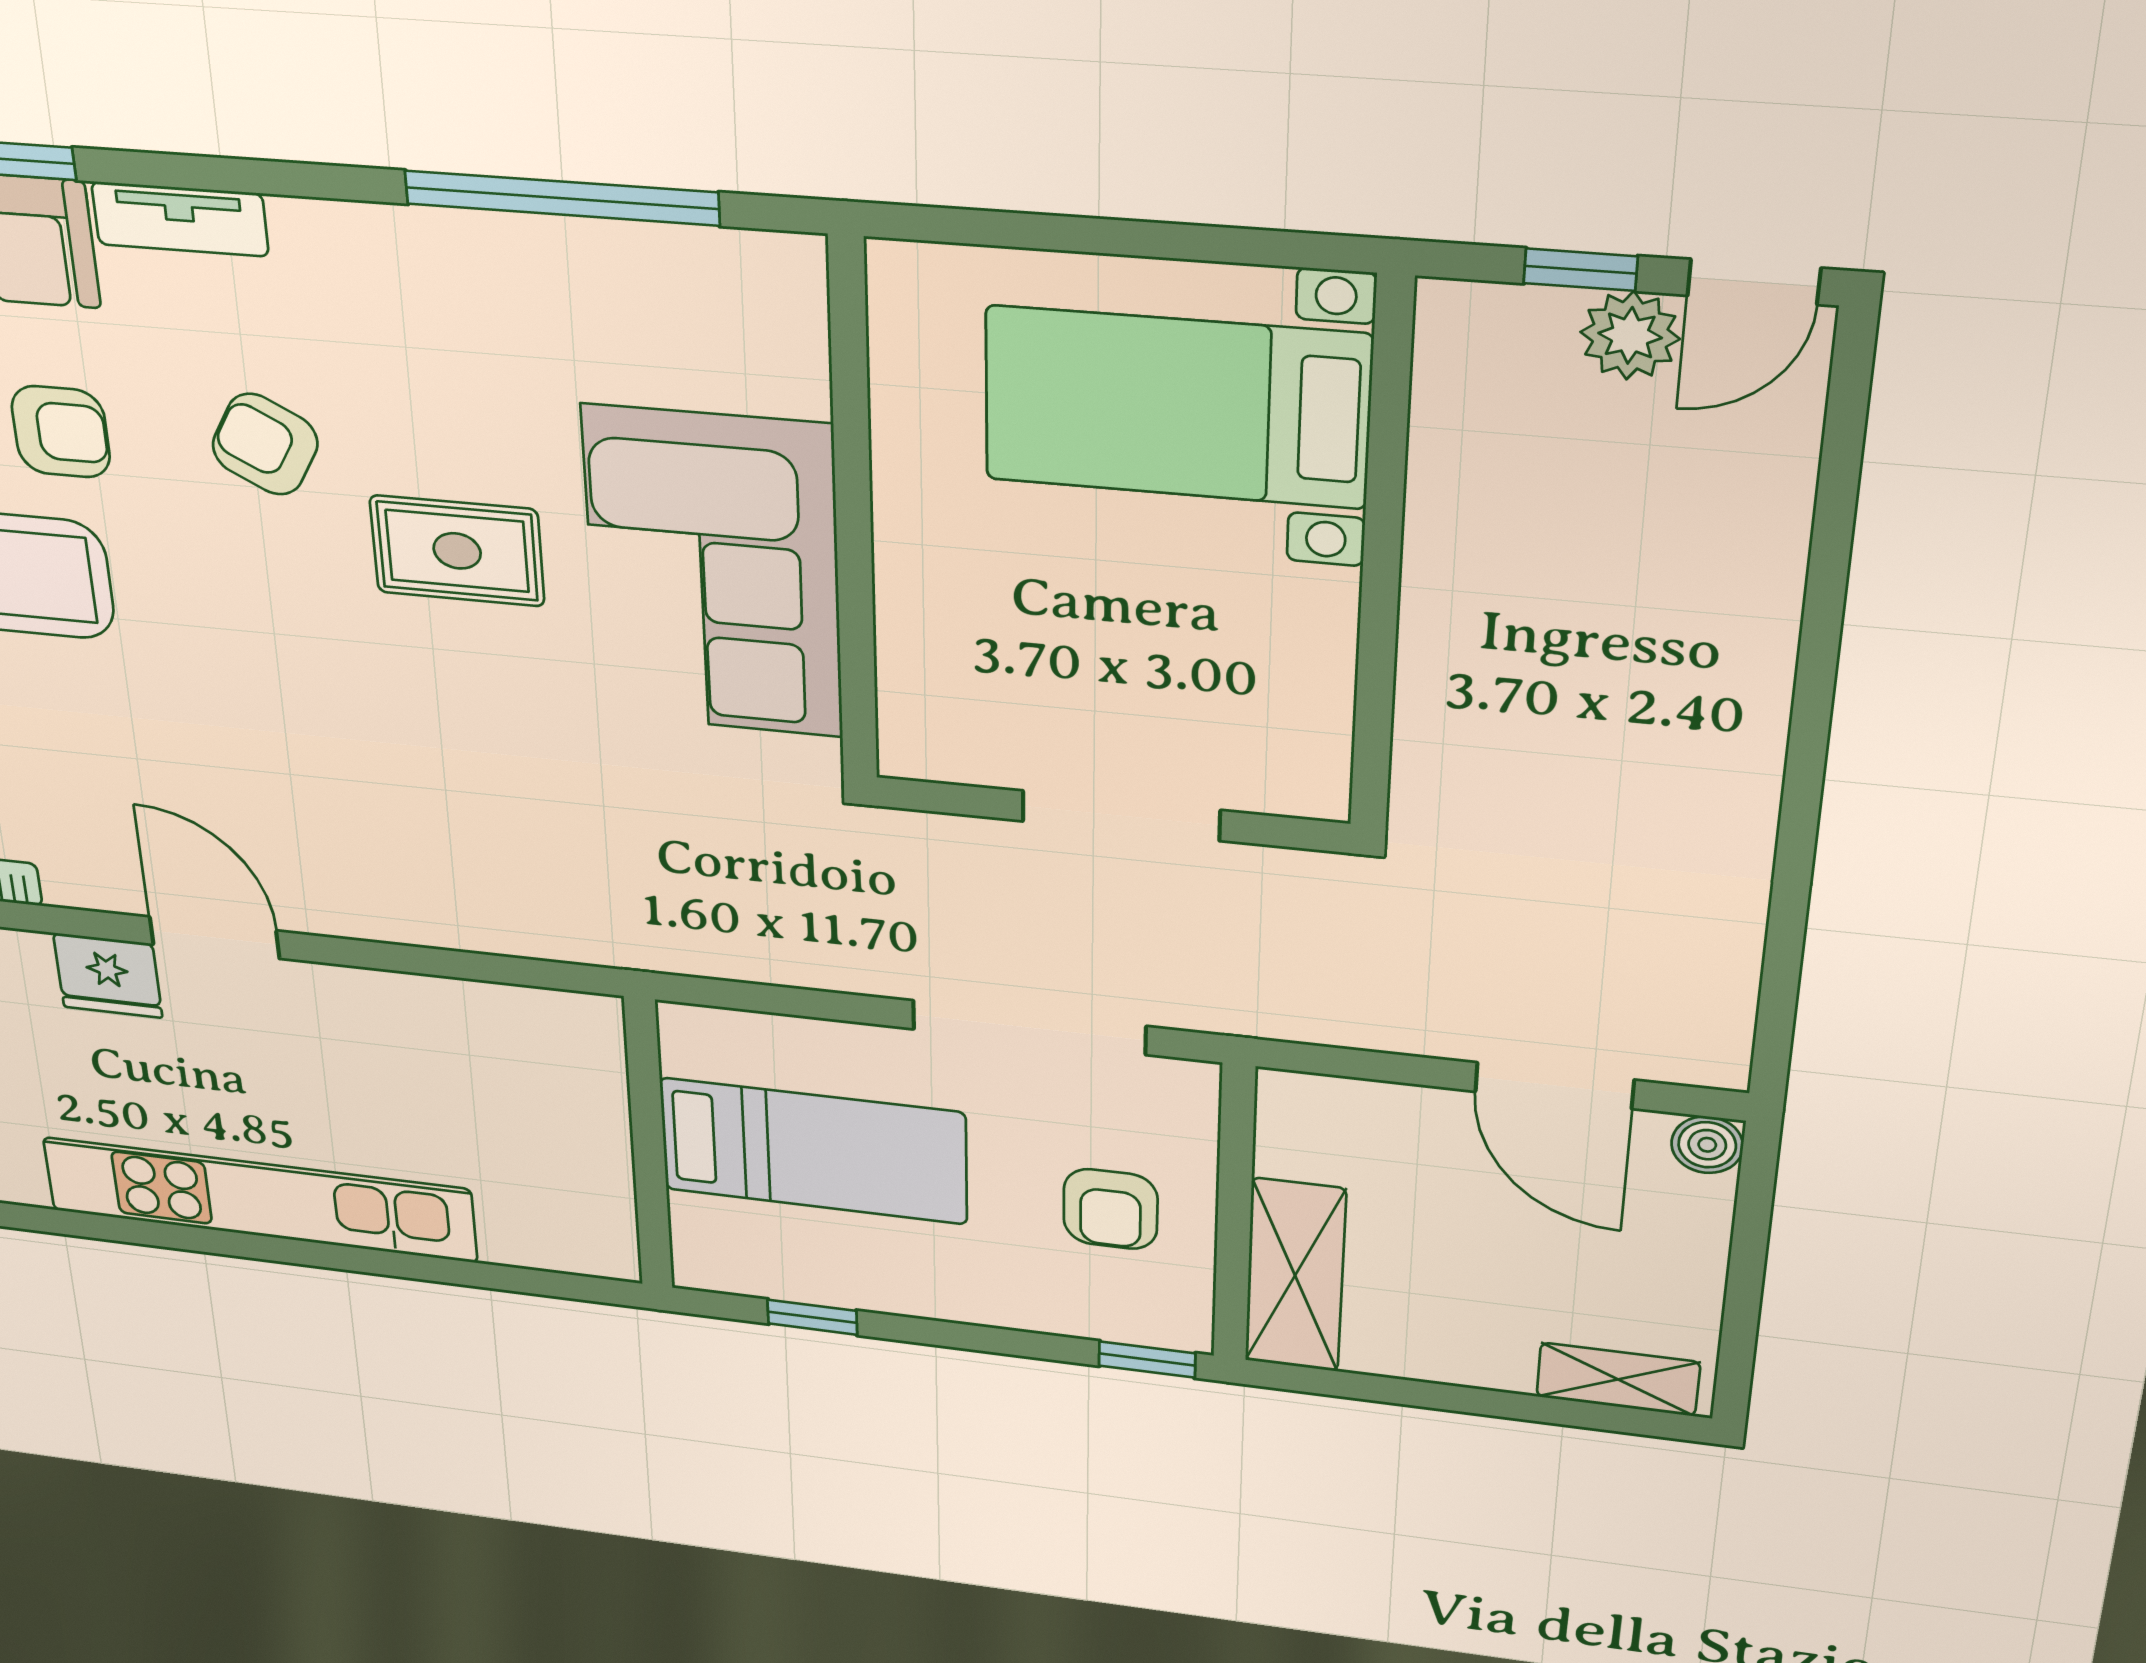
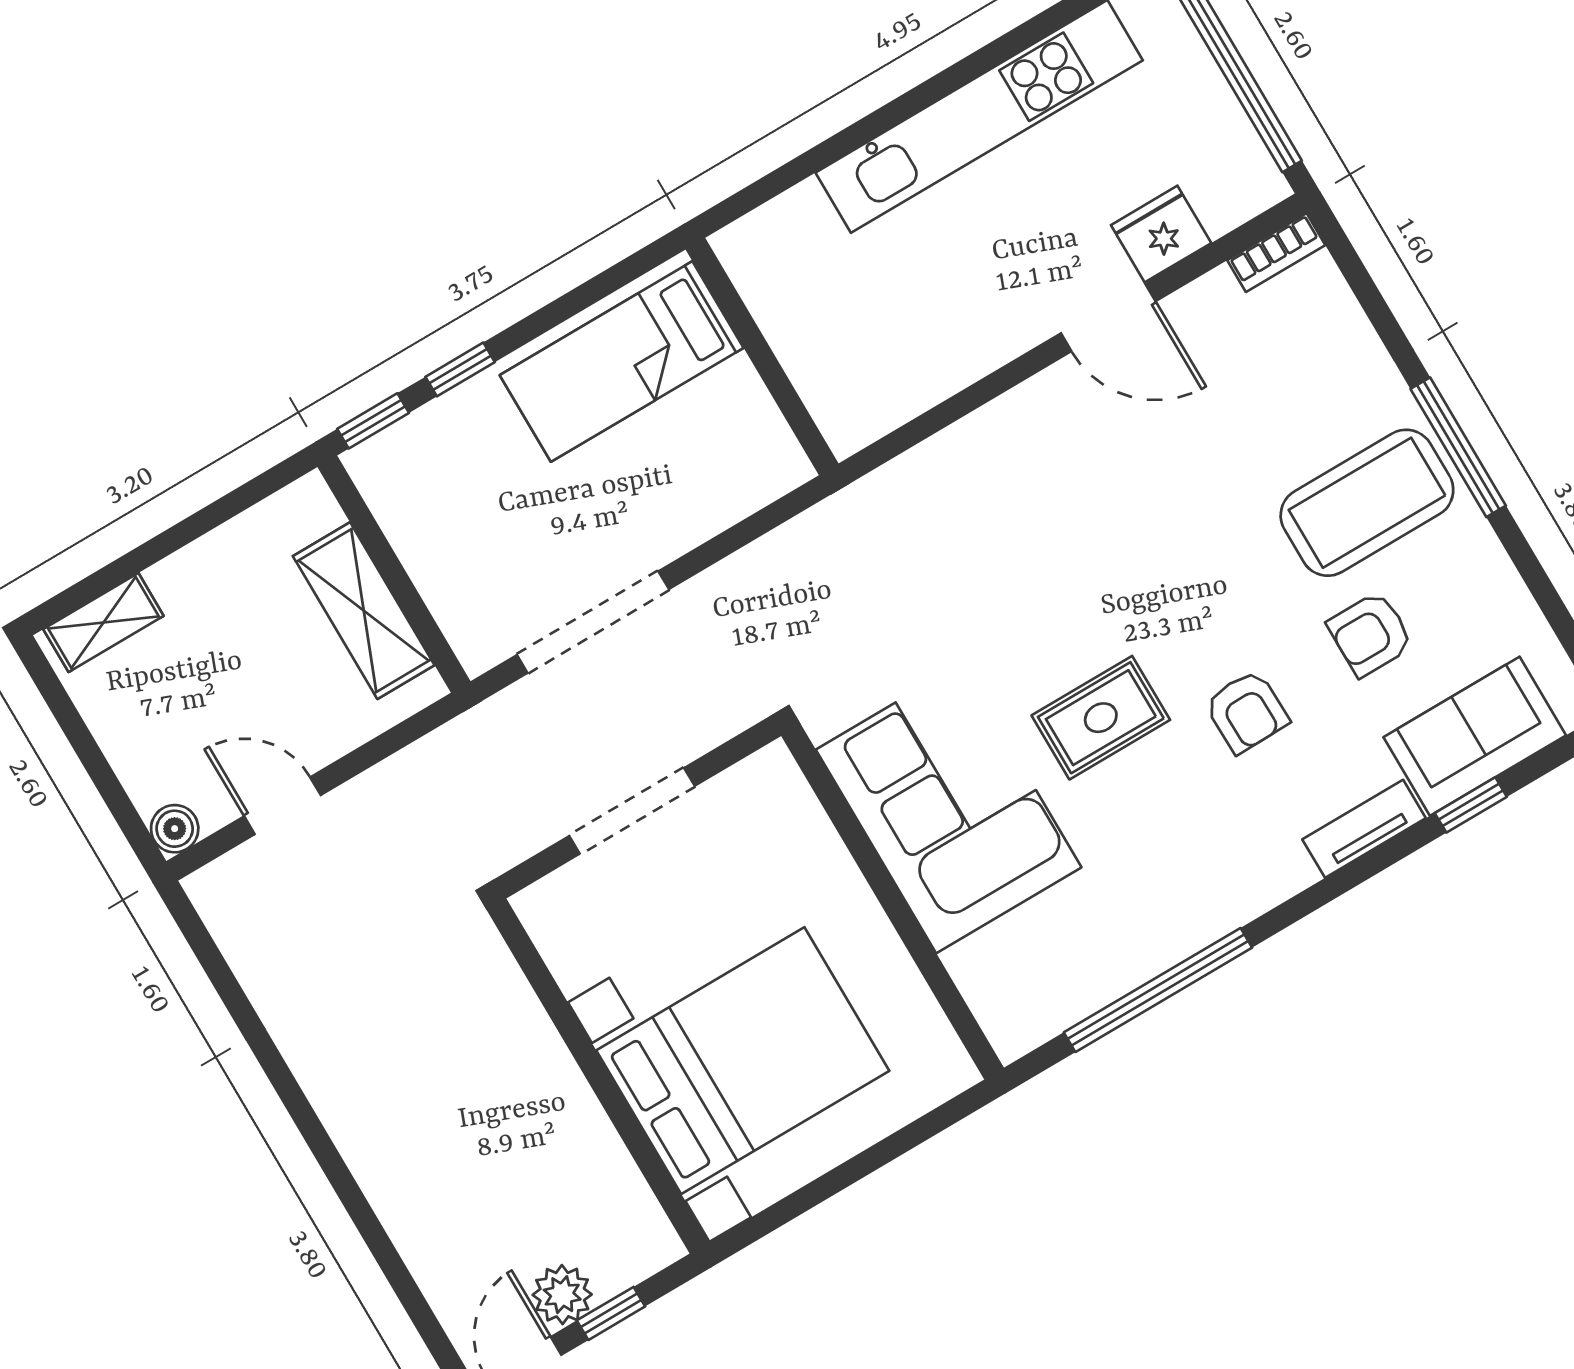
bed with nightstands: (1176, 407) -> (743, 1061), width x1.36
armchair: (265, 444) -> (1247, 712), turned 61
door: (1554, 1086) -> (282, 806), width x0.73
bed: (813, 1151) -> (622, 362), moved
armchair: (1110, 1209) -> (466, 522), removed
shelving: (1295, 1275) -> (364, 611), moved
window: (812, 1317) -> (460, 369), moved

